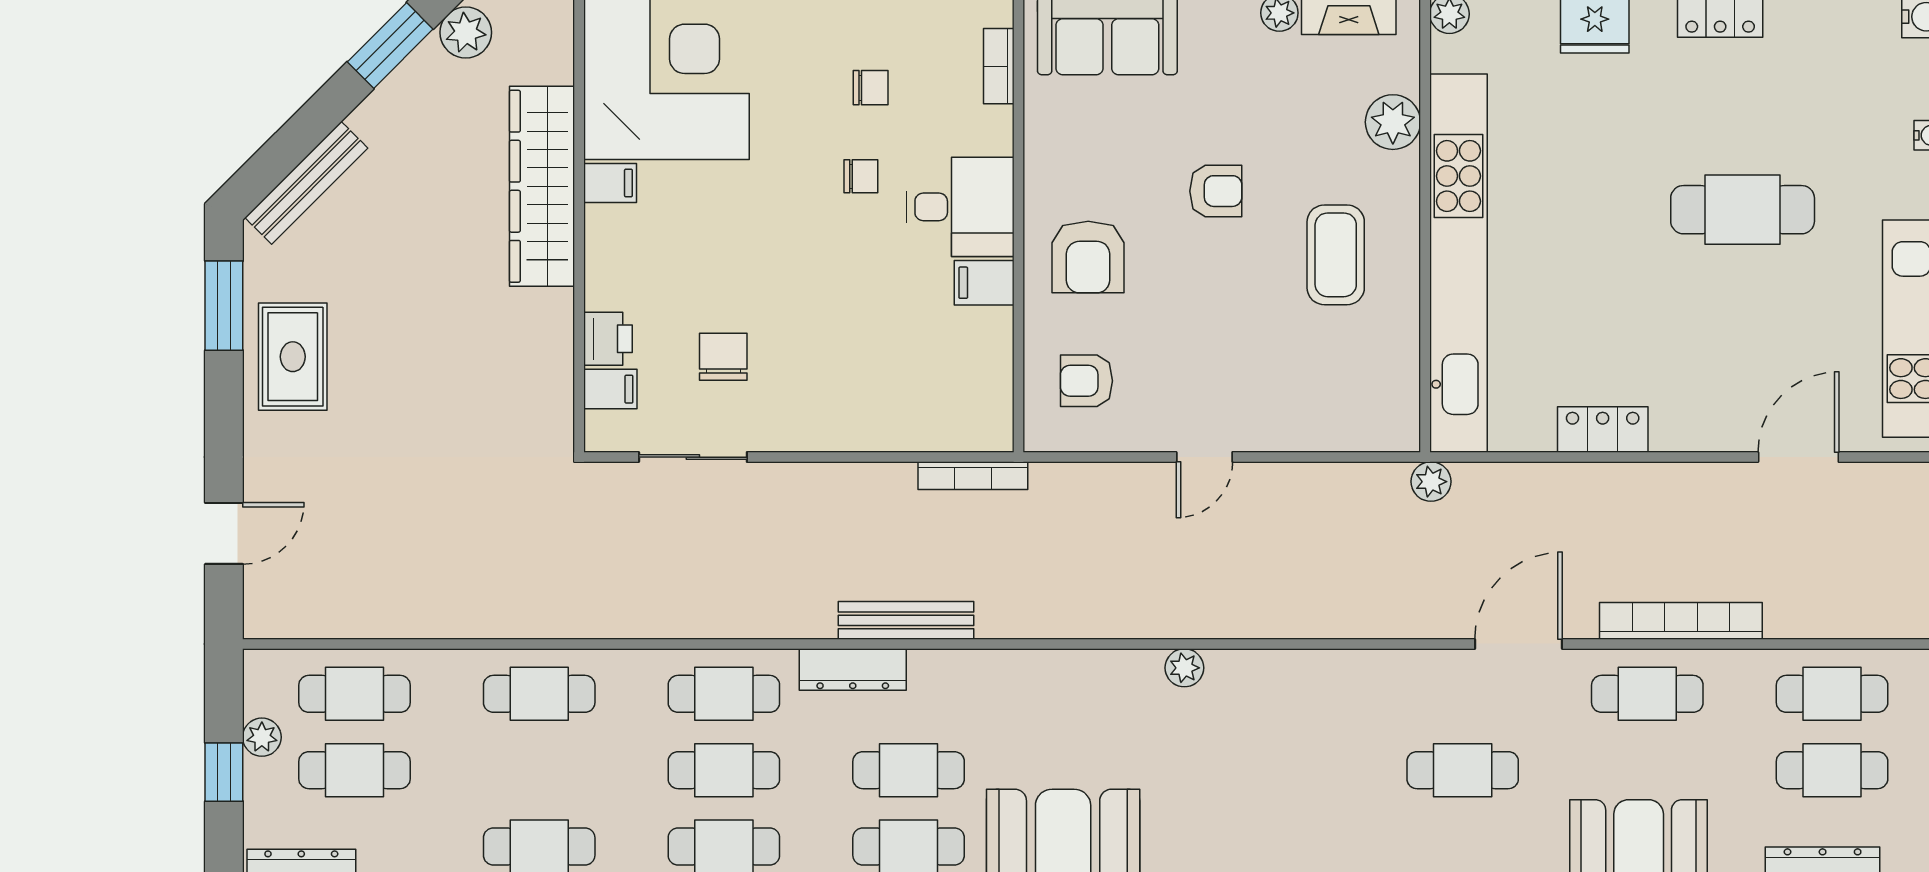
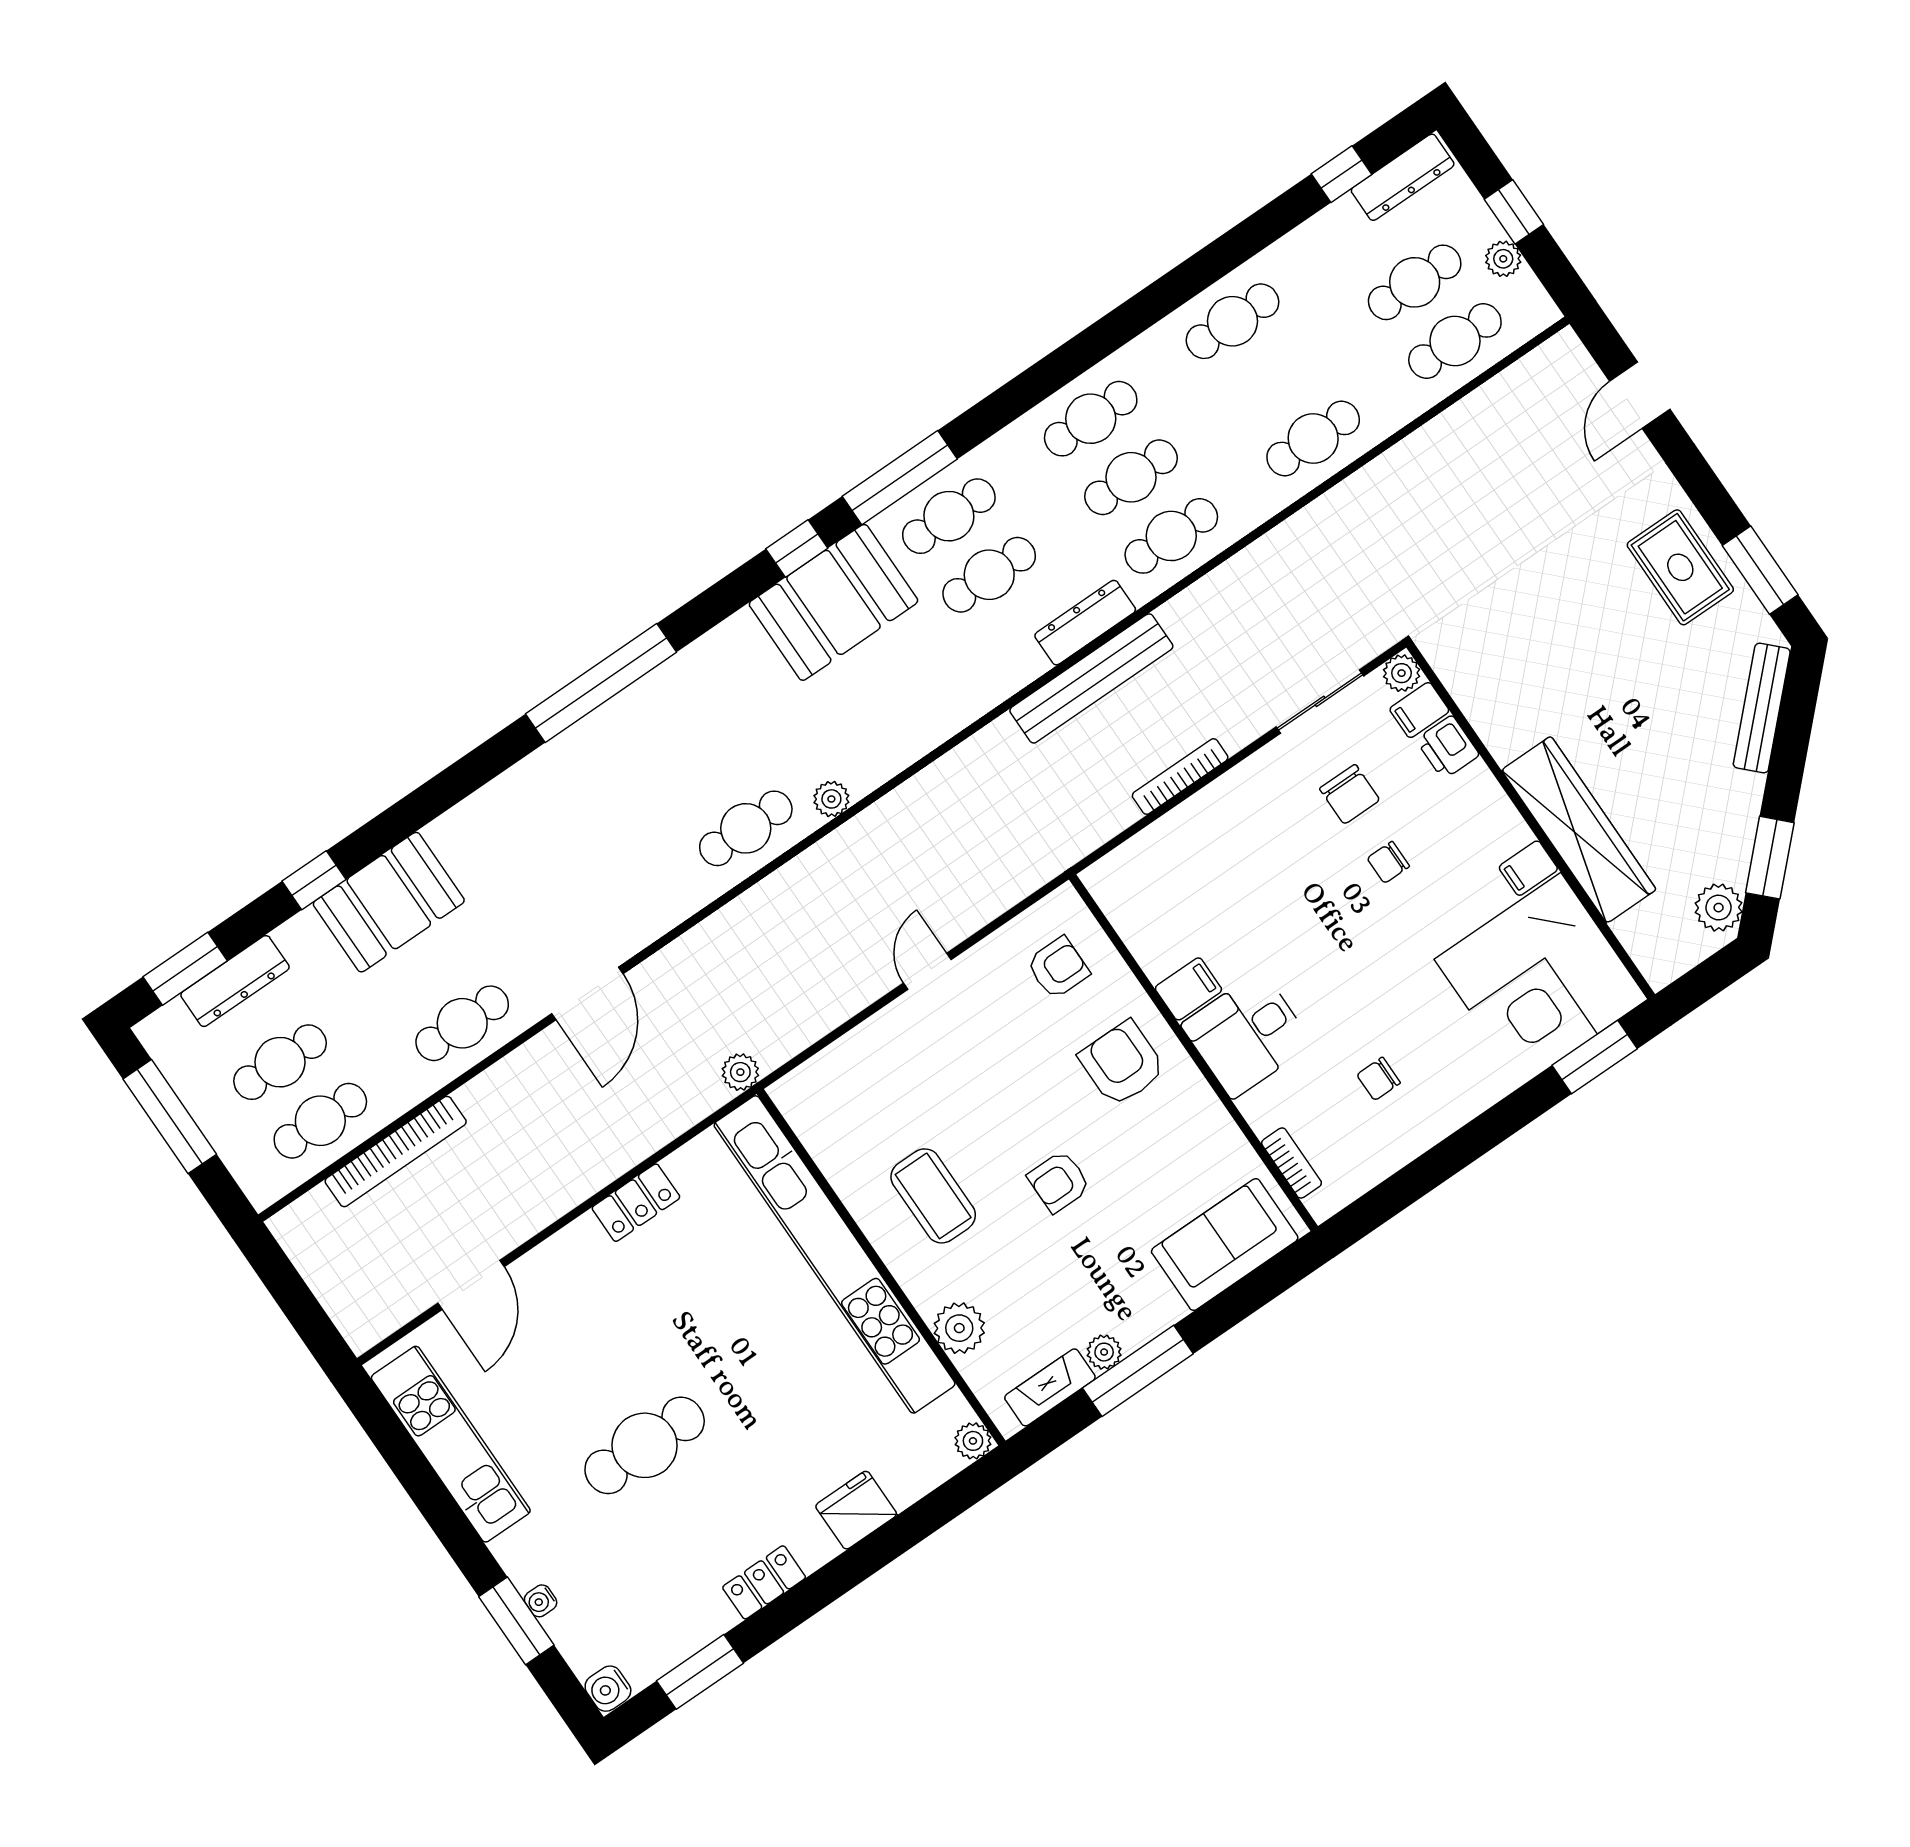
chair: (861, 176) -> (1388, 862), moved
plant: (604, 433) -> (1402, 673), added
bookcase: (973, 476) -> (1180, 776), moved
bench: (906, 620) -> (1091, 678), width x1.37, depth x1.21
bookcase: (1681, 621) -> (396, 1152), moved
cafe table: (1463, 770) -> (746, 828), moved

